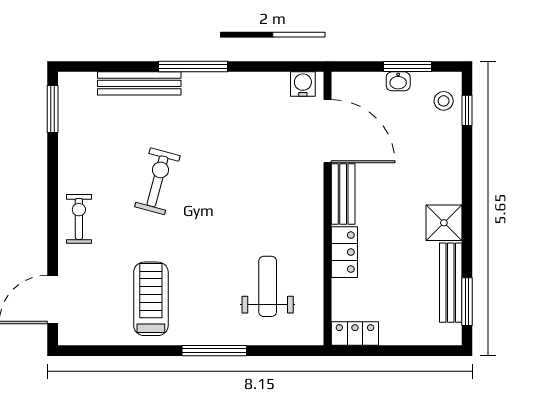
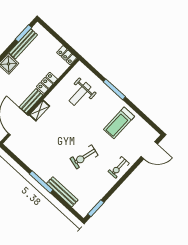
water cooler: (303, 84) -> (13, 146), removed
shelving: (313, 191) -> (40, 110), added

